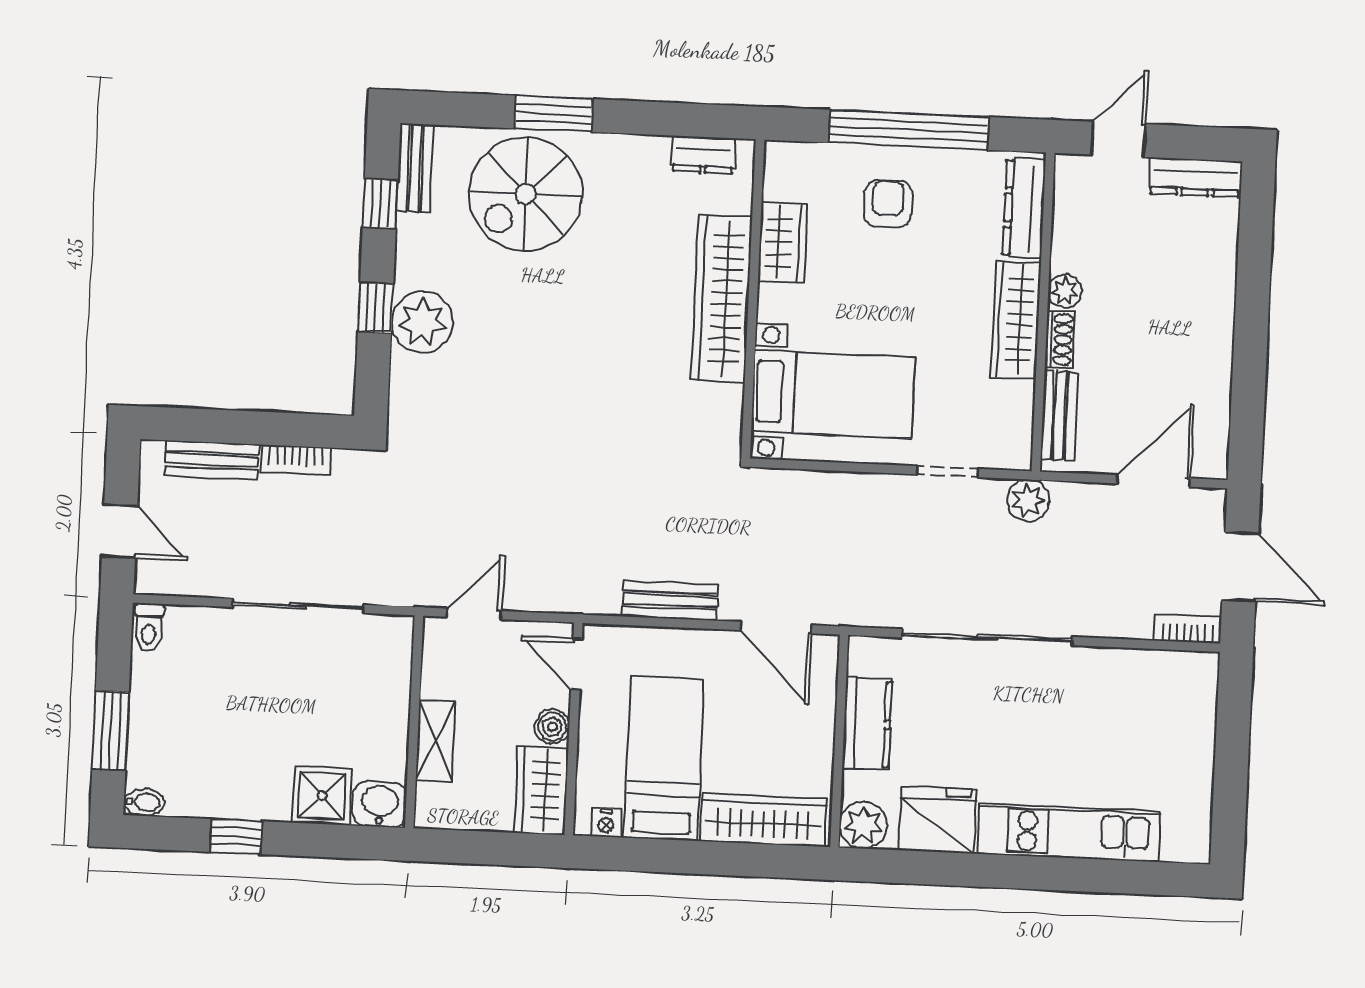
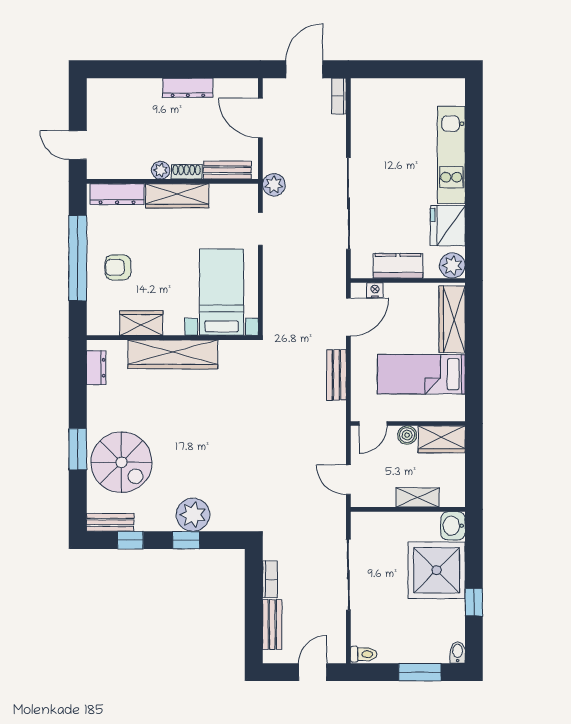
dresser: (1195, 177) -> (188, 88), moved, turned 90
shower: (322, 796) -> (437, 570), width x1.86, depth x1.86
nightstand: (606, 823) -> (375, 290), moved, turned -90

